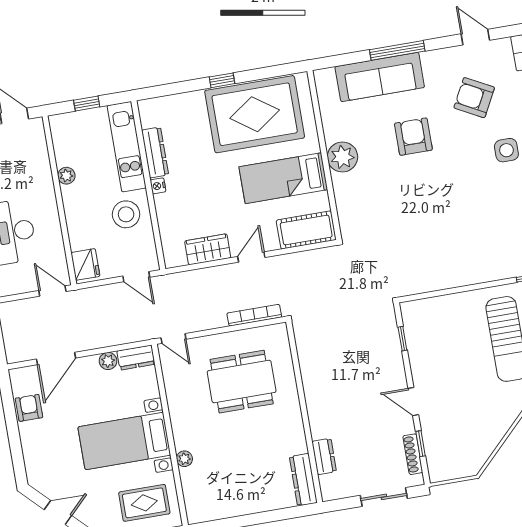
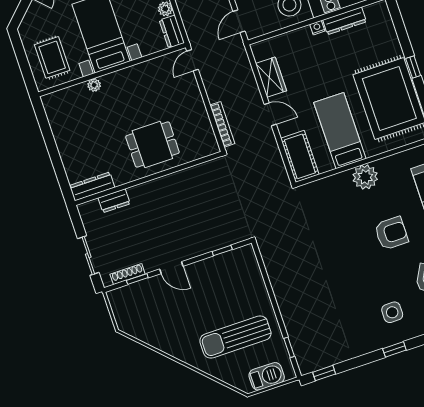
dining table: (242, 382) -> (152, 145), moved, width x0.73
door: (413, 402) -> (171, 268), swing flipped

